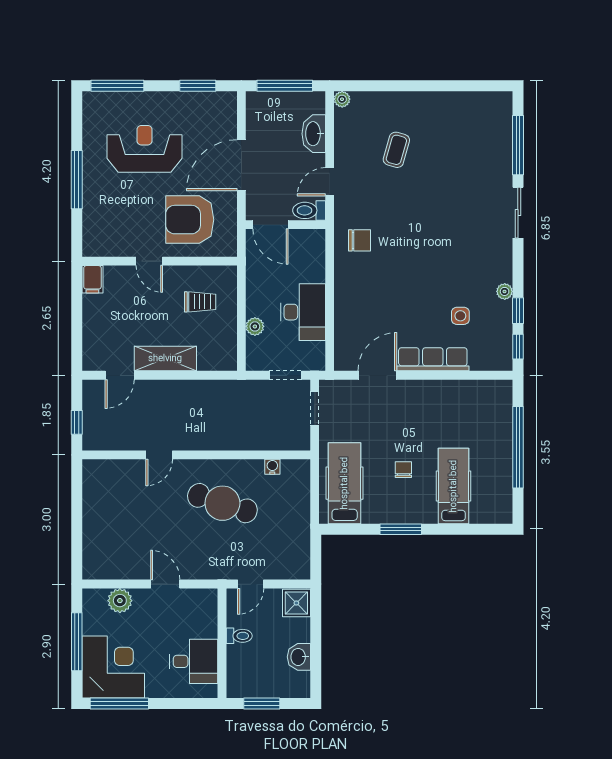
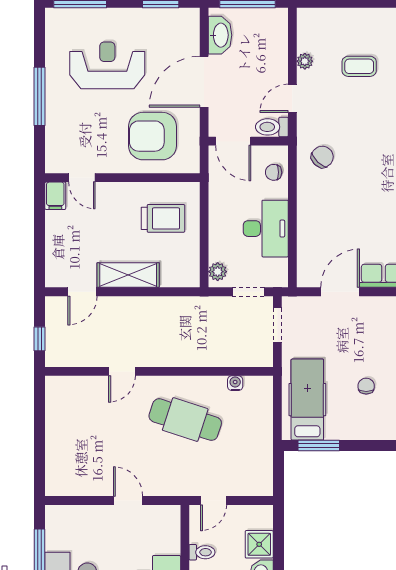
plant: (342, 99) -> (305, 61), moved
washbasin: (314, 134) -> (220, 35), moved, turned 180
coffee table: (396, 150) -> (359, 66), turned 74
chair: (360, 240) -> (322, 157), turned -46
chair: (311, 256) -> (274, 172), added
door: (149, 261) -> (82, 178), moved
trolley: (200, 302) -> (163, 218), width x1.36, depth x1.39
plant: (255, 326) -> (218, 272), moved
window: (401, 529) -> (319, 446), moved
plant: (120, 601) -> (83, 517), removed
shower: (296, 603) -> (259, 544), moved

